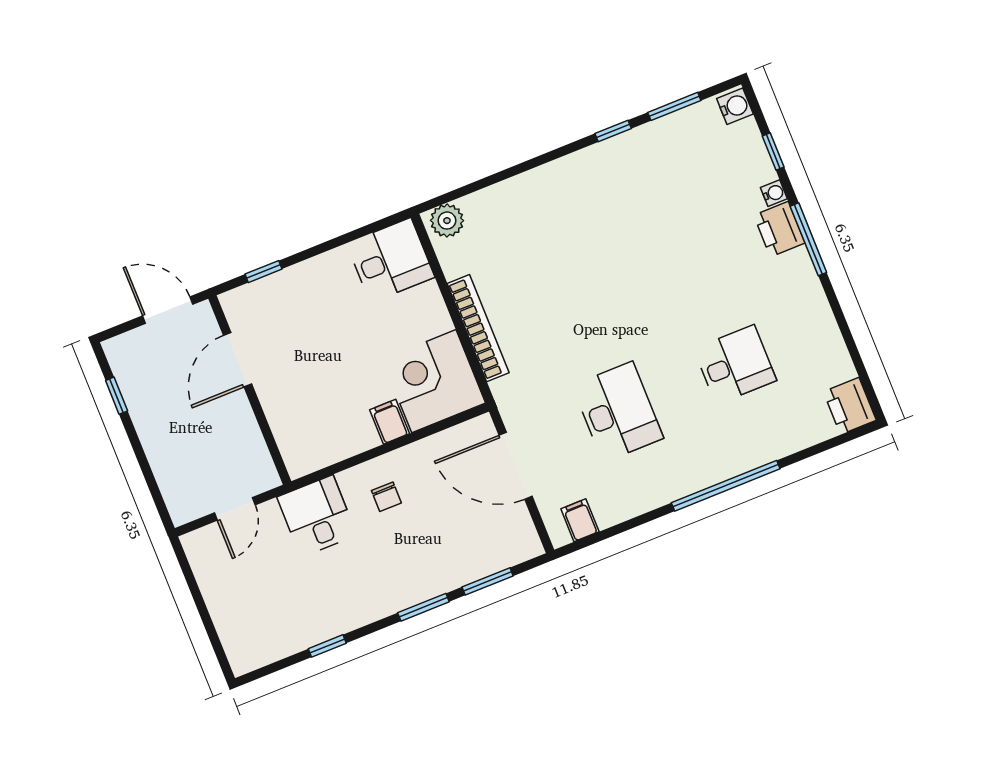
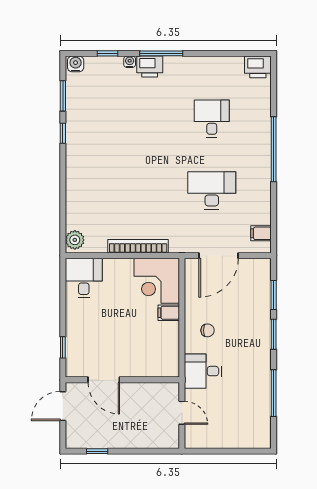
window: (327, 646) -> (274, 393), width x2.17

